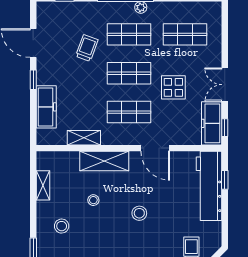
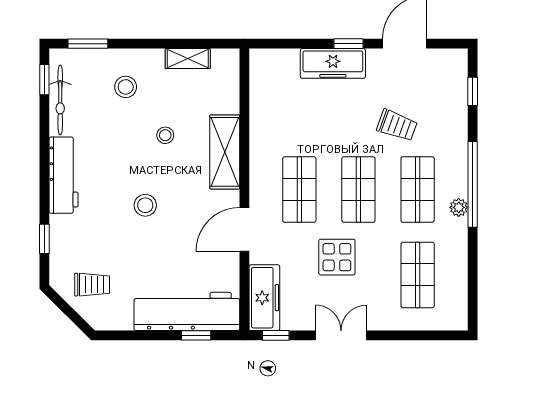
freezer: (46, 107) -> (333, 63), moved
freezer: (212, 123) -> (264, 298), moved, turned 90
shelving: (84, 138) -> (260, 121), removed

